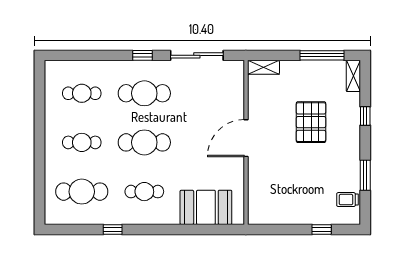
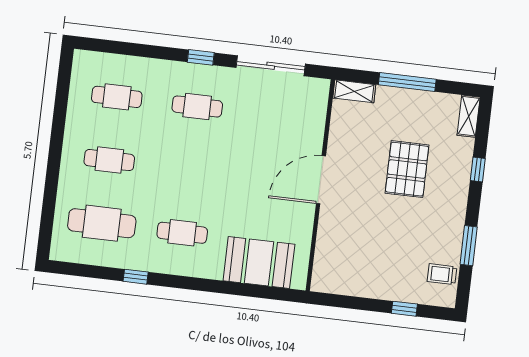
window: (322, 55) -> (407, 82), moved
cafe table: (144, 93) -> (197, 106), width x0.73, depth x0.74
cafe table: (144, 142) -> (190, 170), removed

